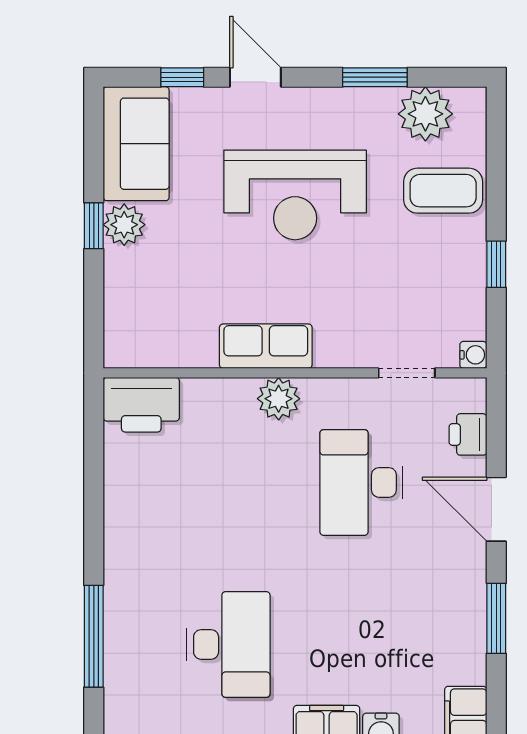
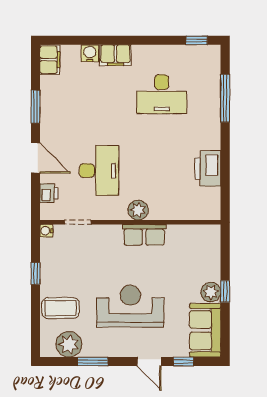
printer: (141, 405) -> (208, 168), moved, turned -90
desk: (228, 644) -> (162, 94), turned -90

